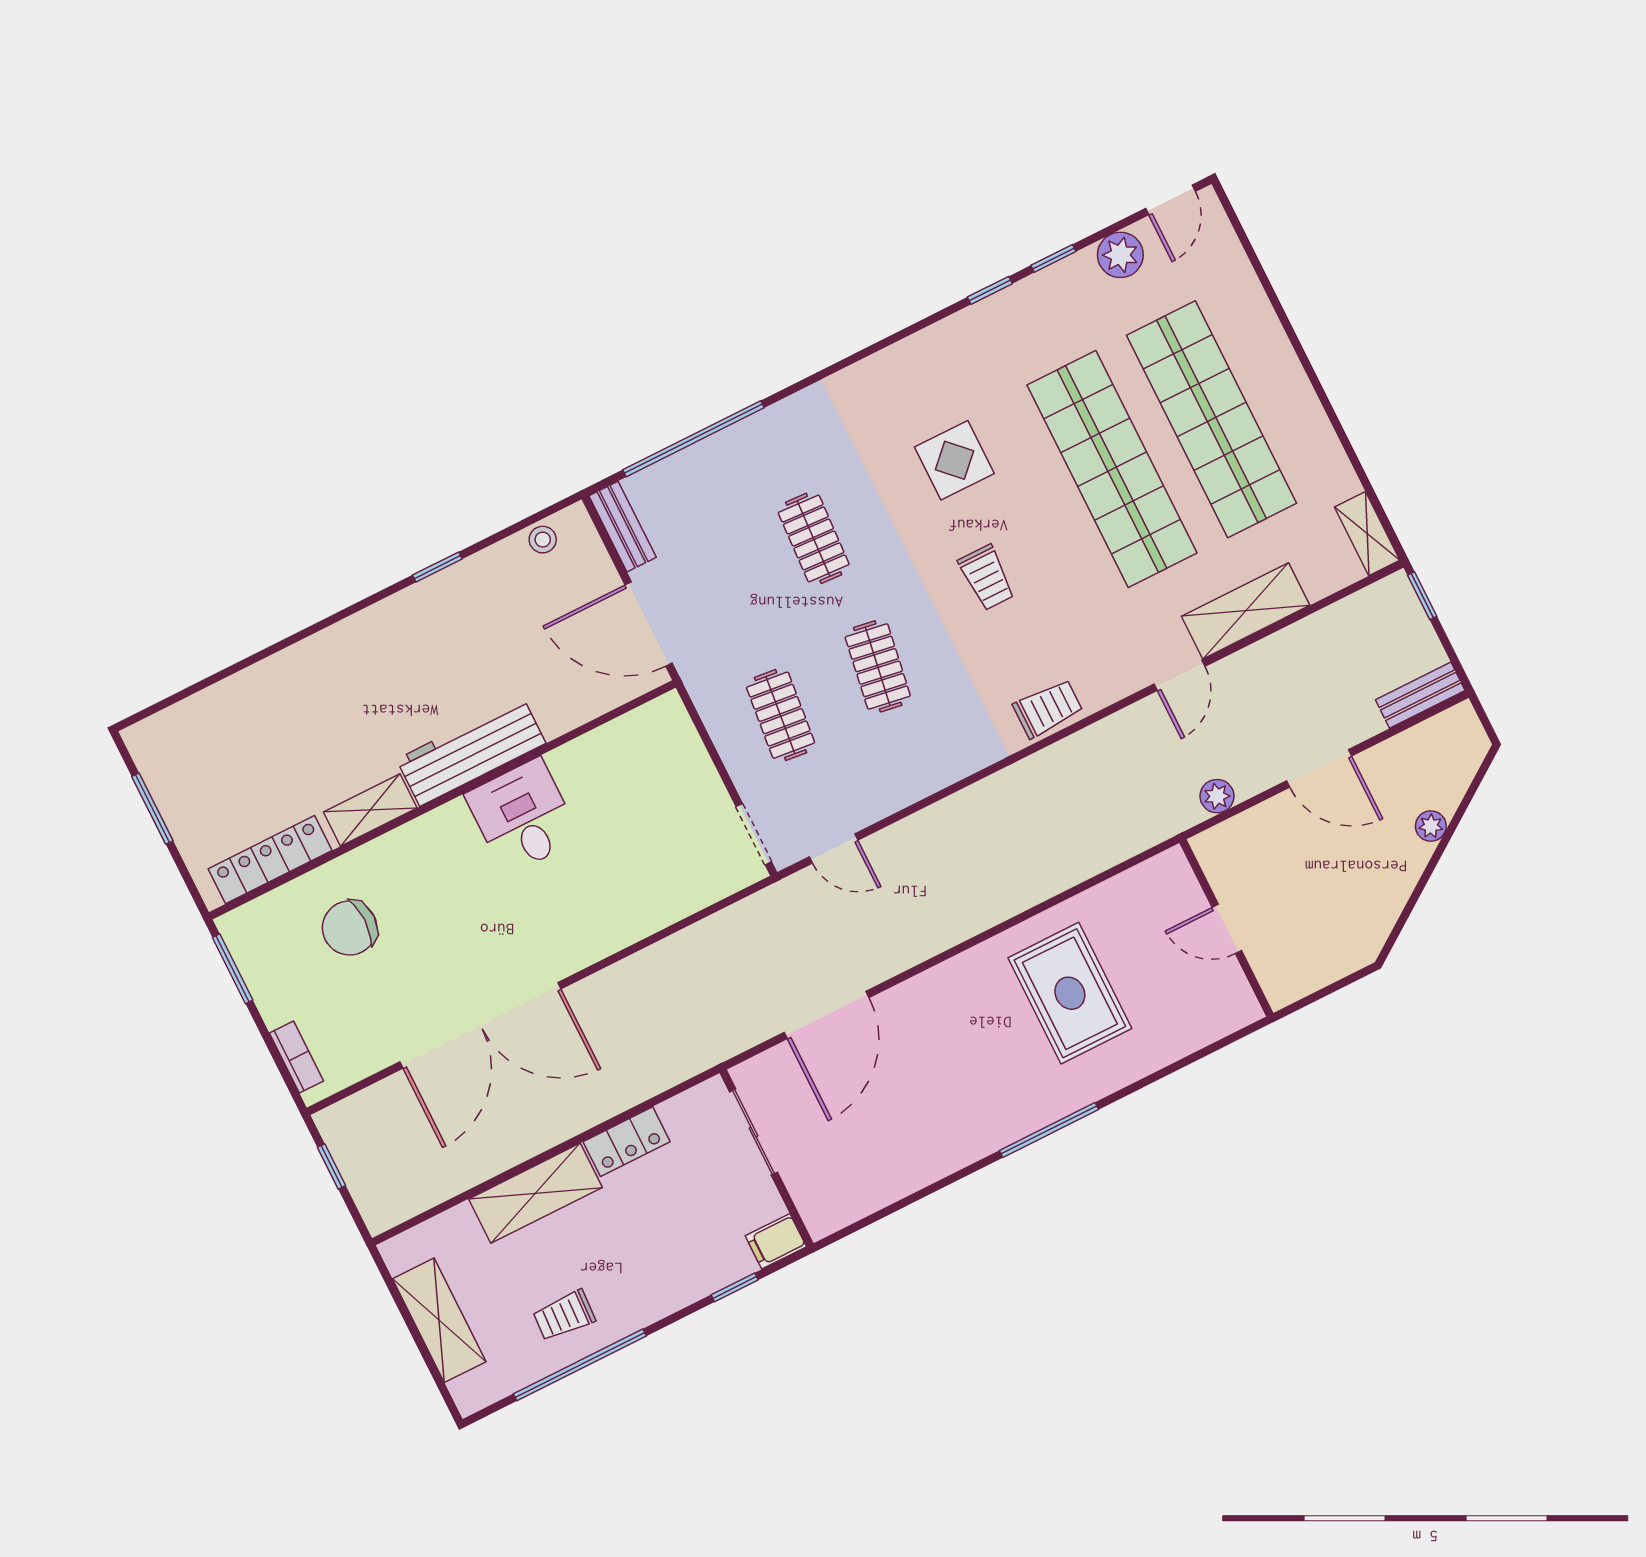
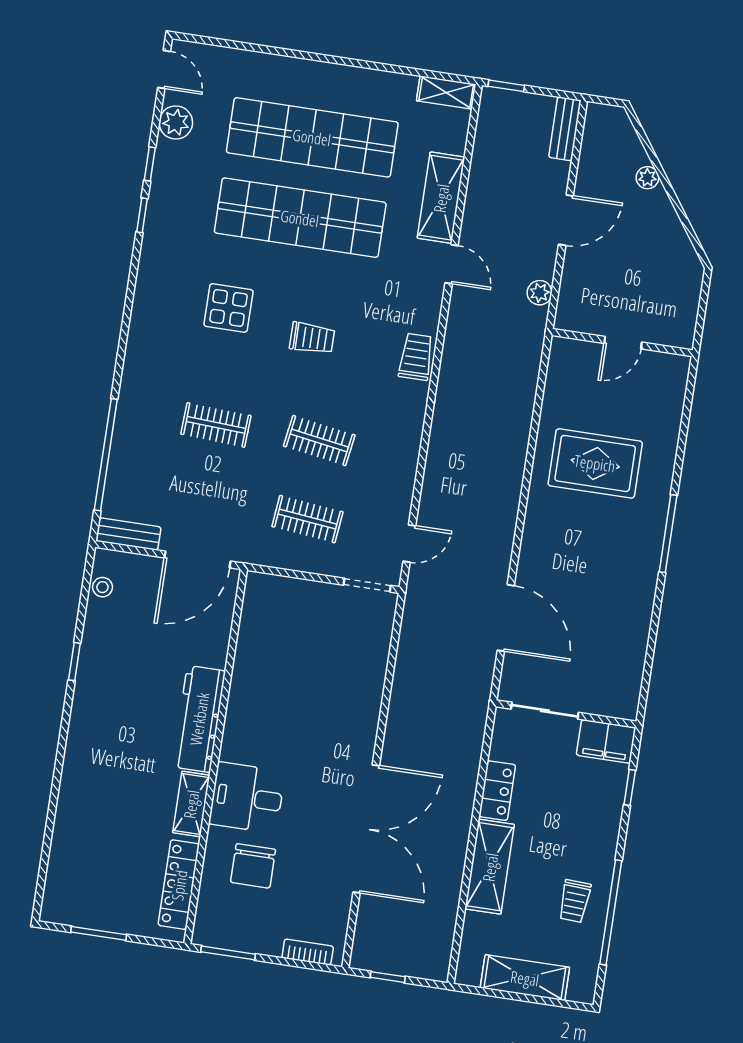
desk: (523, 816) -> (247, 798), moved
filing cabinet: (776, 1241) -> (606, 741), width x2.00

